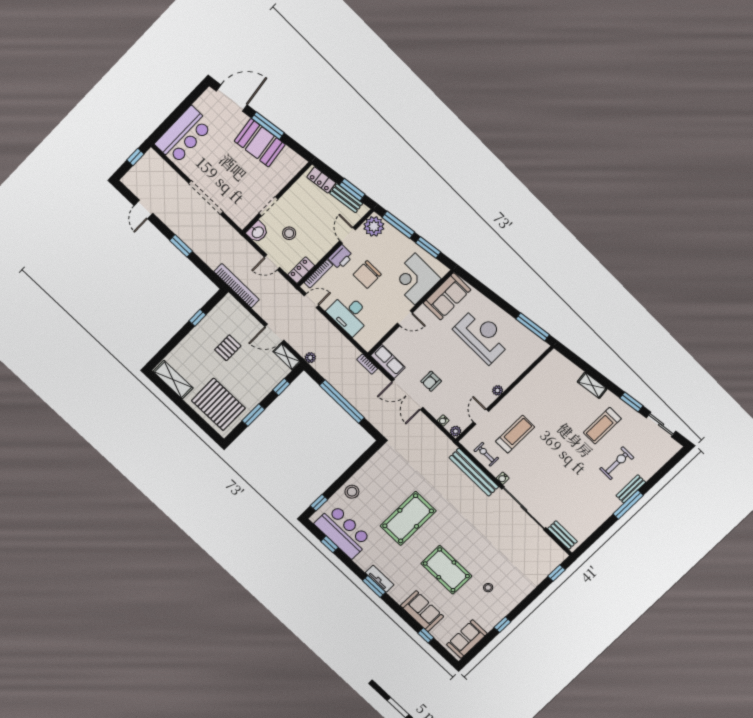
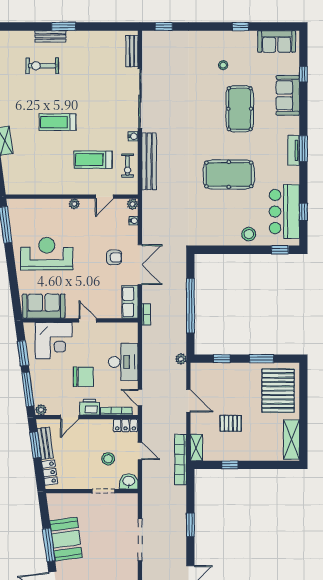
plant: (374, 226) -> (41, 410), width x0.53, depth x0.53
reception desk: (482, 336) -> (47, 254), turned 90
shelving: (287, 357) -> (196, 448), moved
treadmill: (602, 426) -> (58, 122), moved, turned 180
window: (628, 505) -> (64, 27), width x0.69

